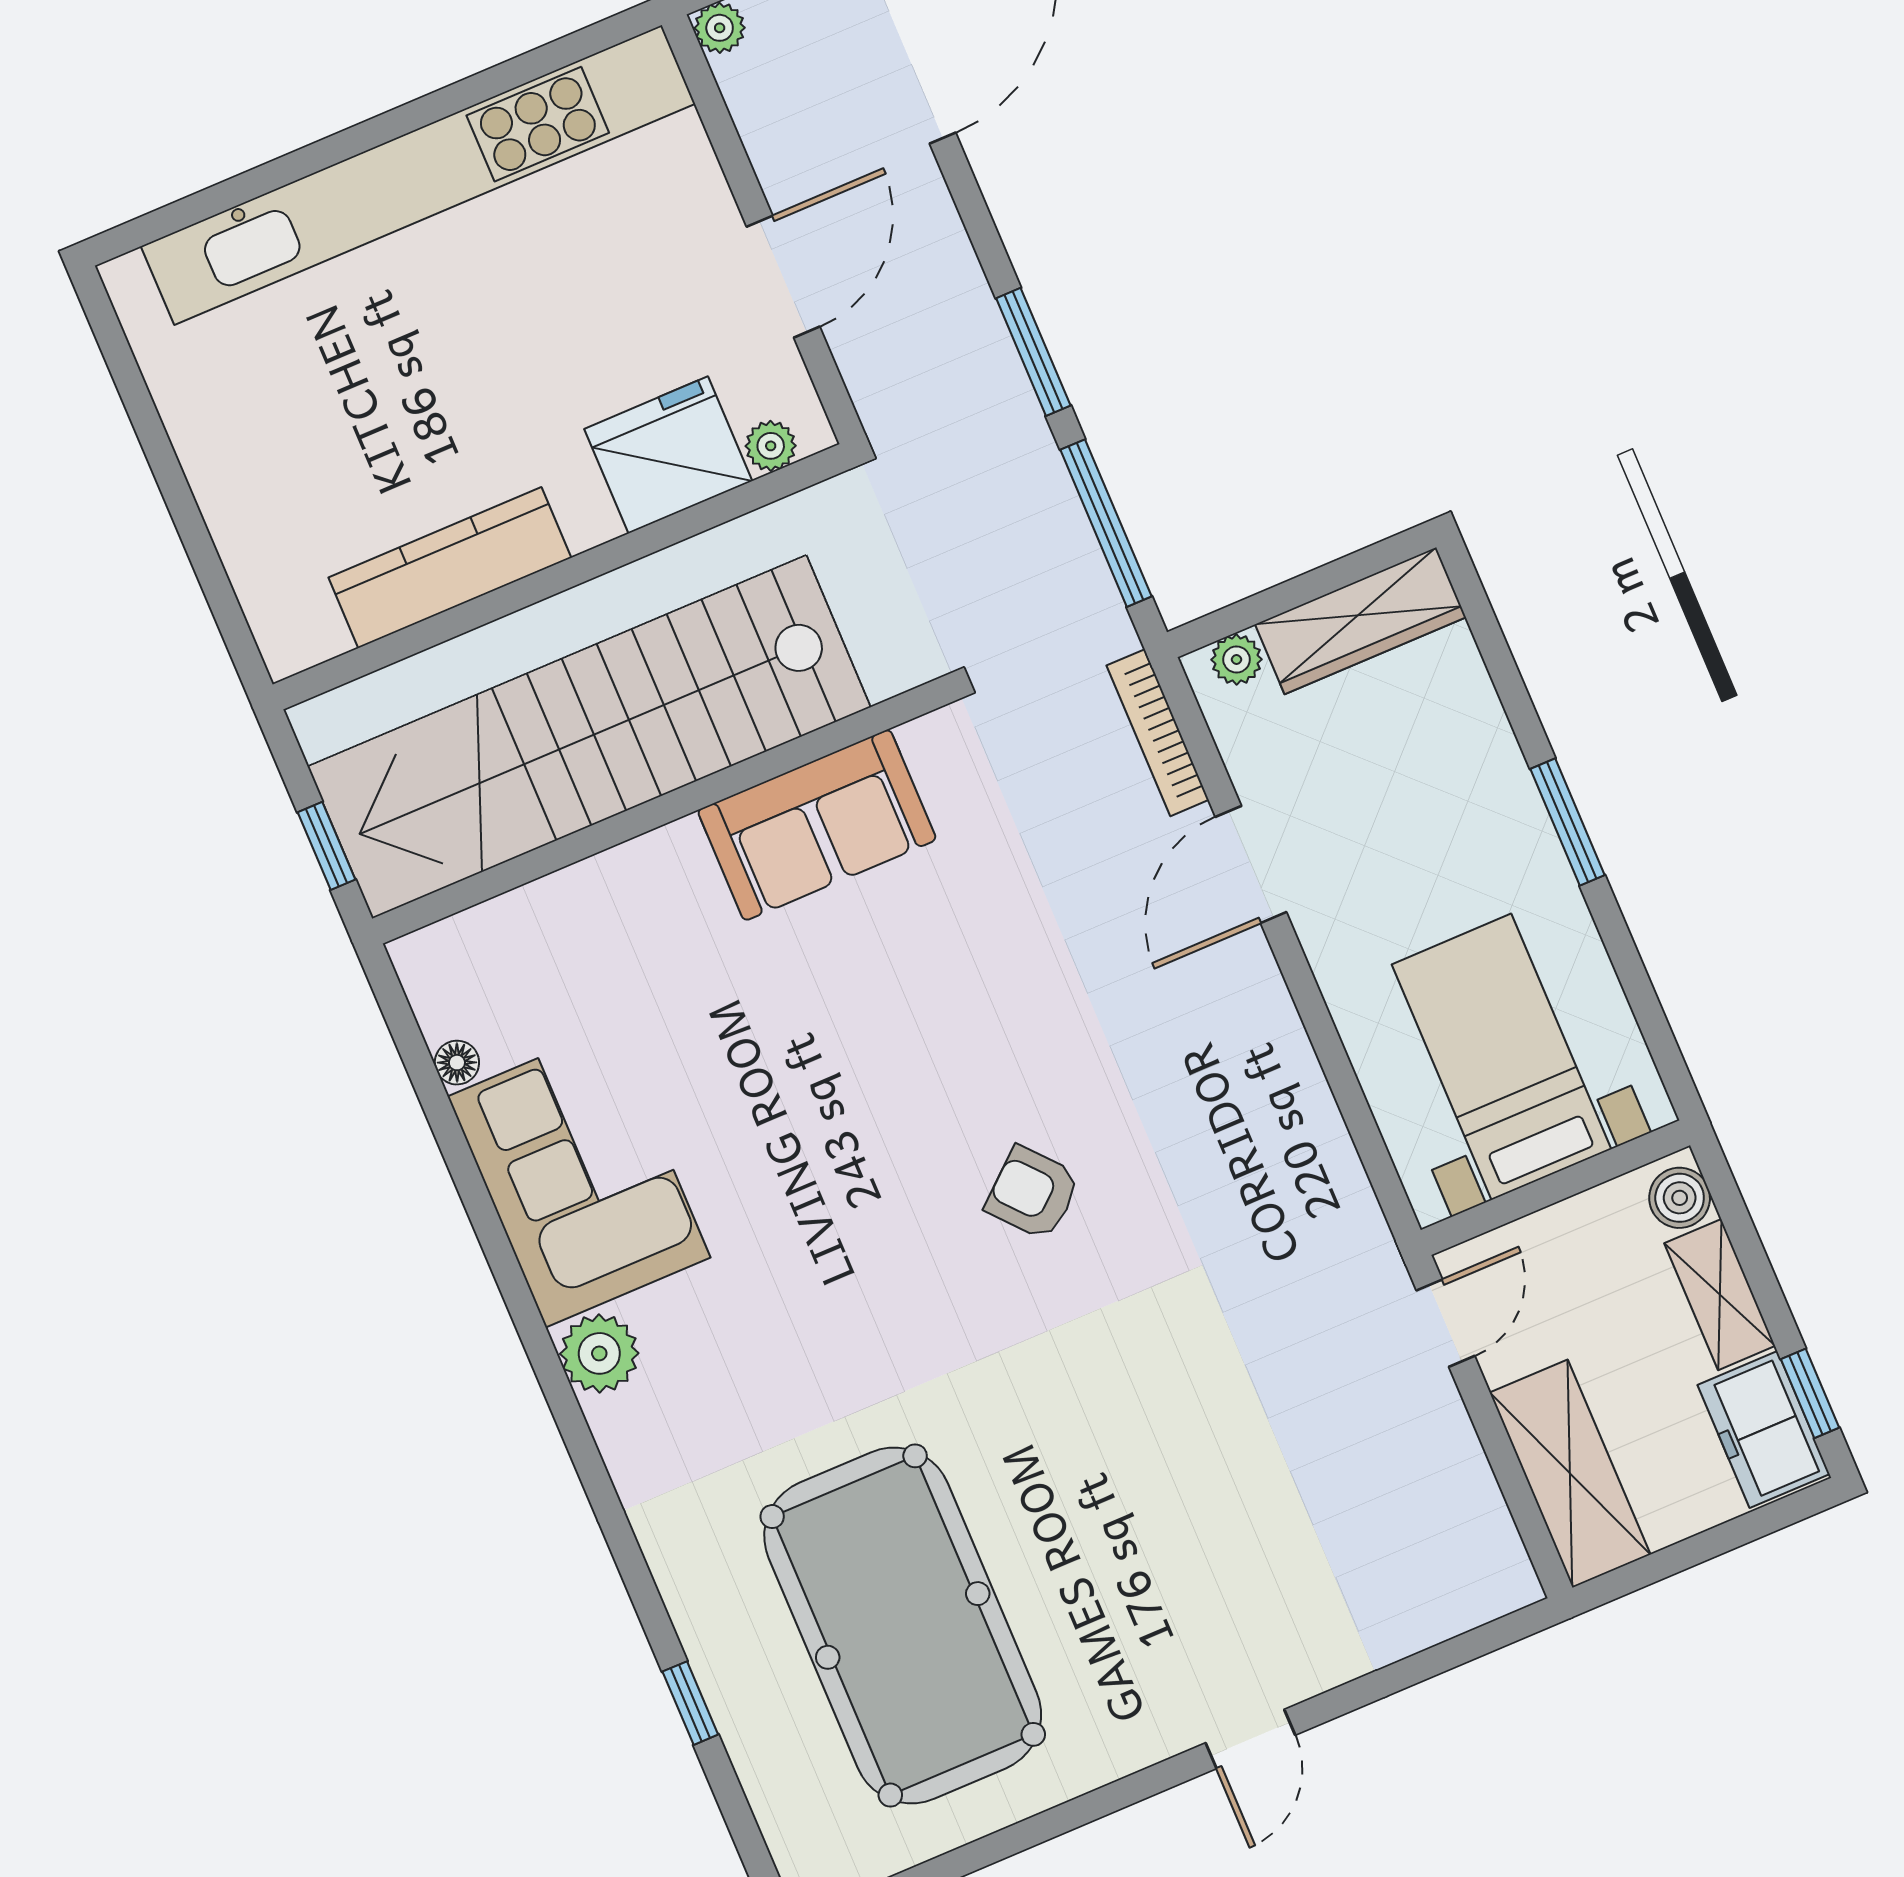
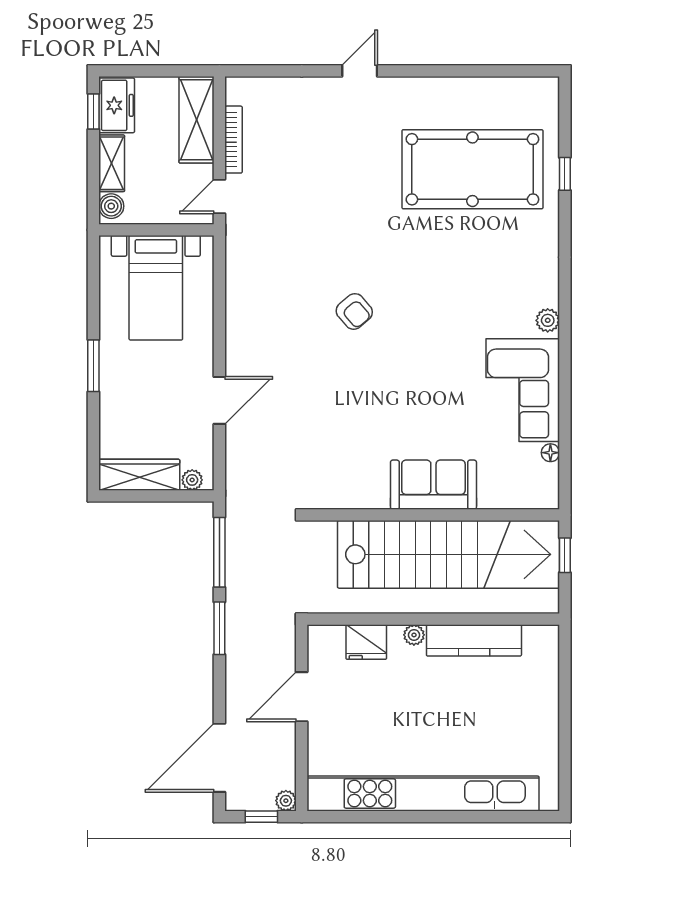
plant: (771, 446) -> (414, 635), moved
fridge: (668, 455) -> (366, 642), width x0.73, depth x0.75
bookcase: (1158, 733) -> (234, 140), moved
sofa: (817, 825) -> (433, 485), moved
plant: (599, 1353) -> (548, 320), width x0.73, depth x0.73
pool table: (903, 1625) -> (472, 169), turned 90

